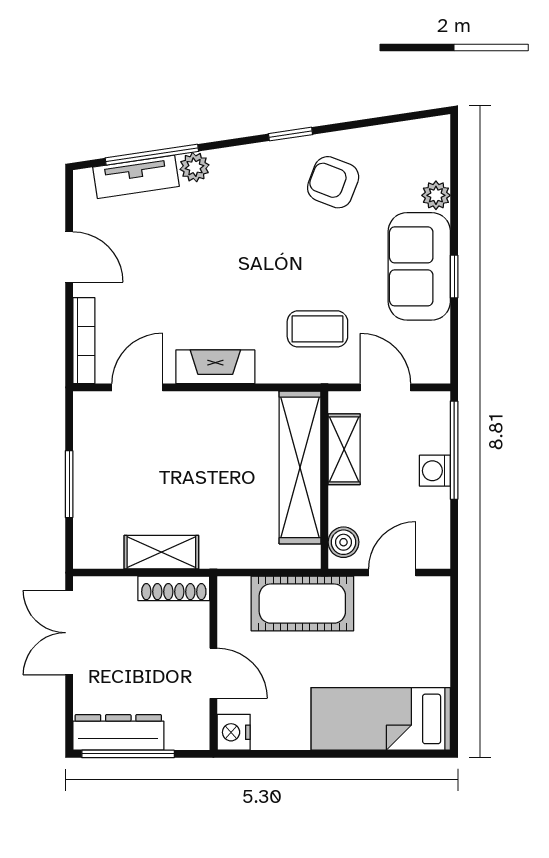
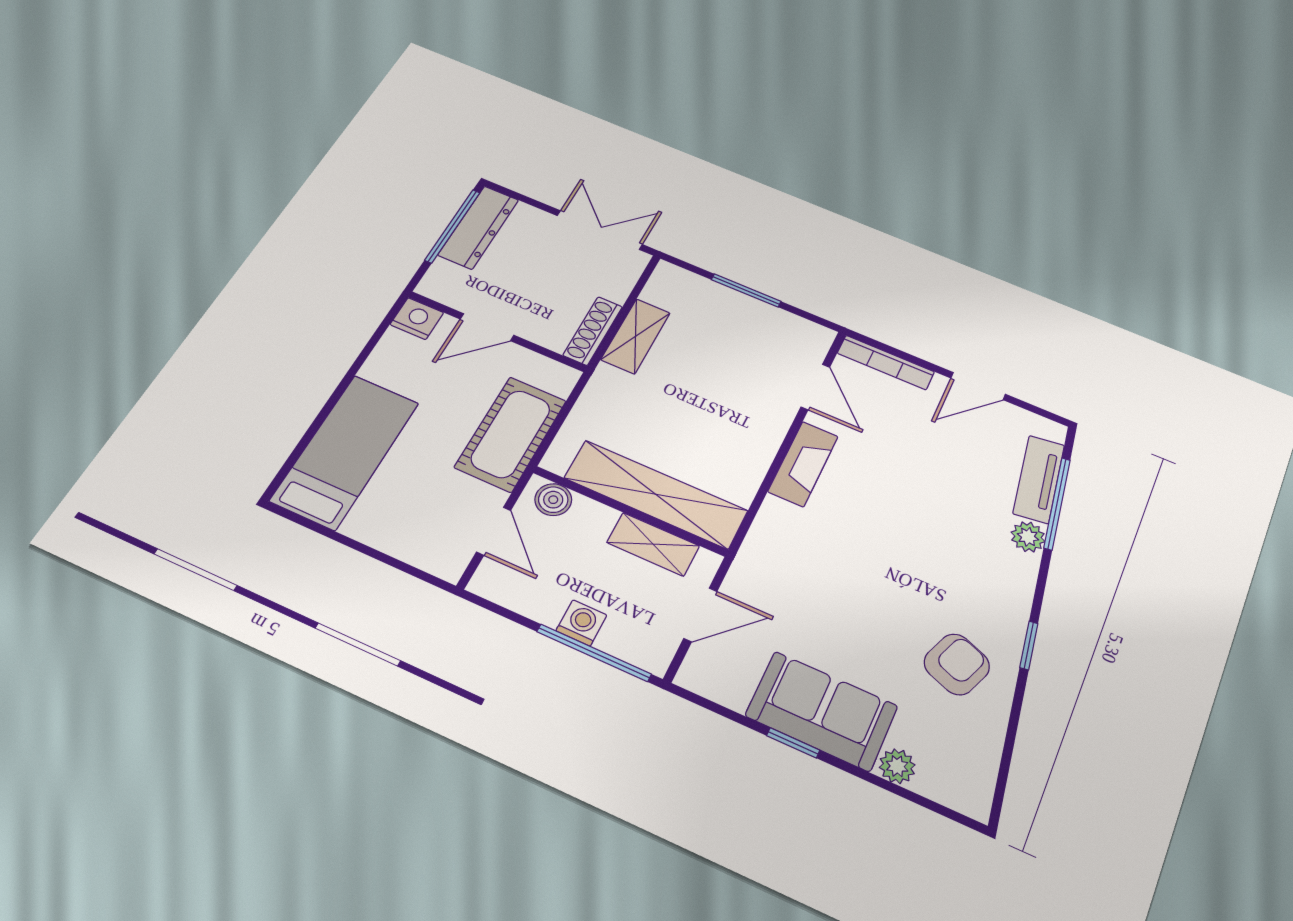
coffee table: (317, 329) -> (798, 577), removed

